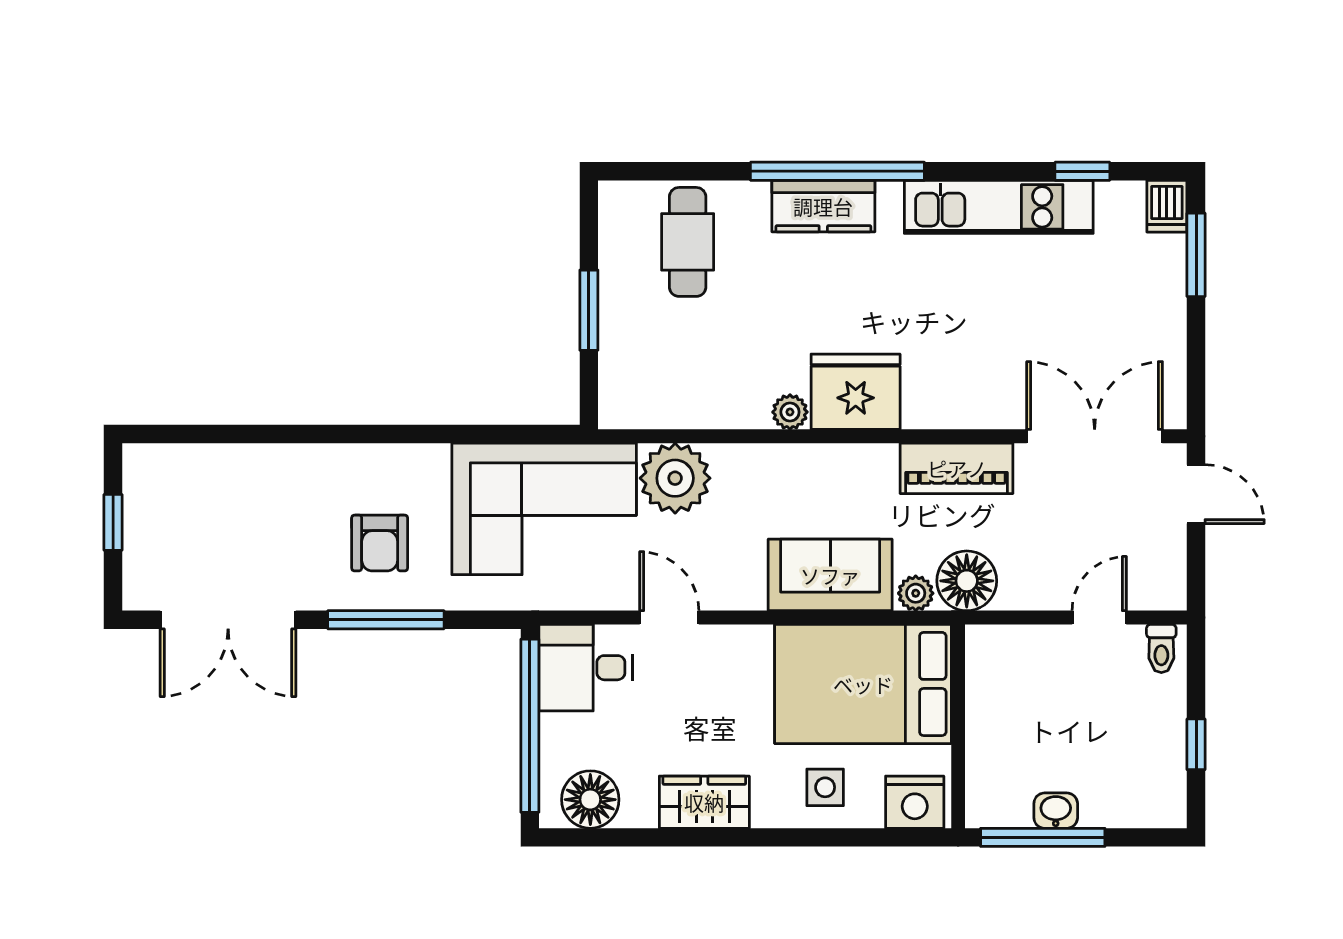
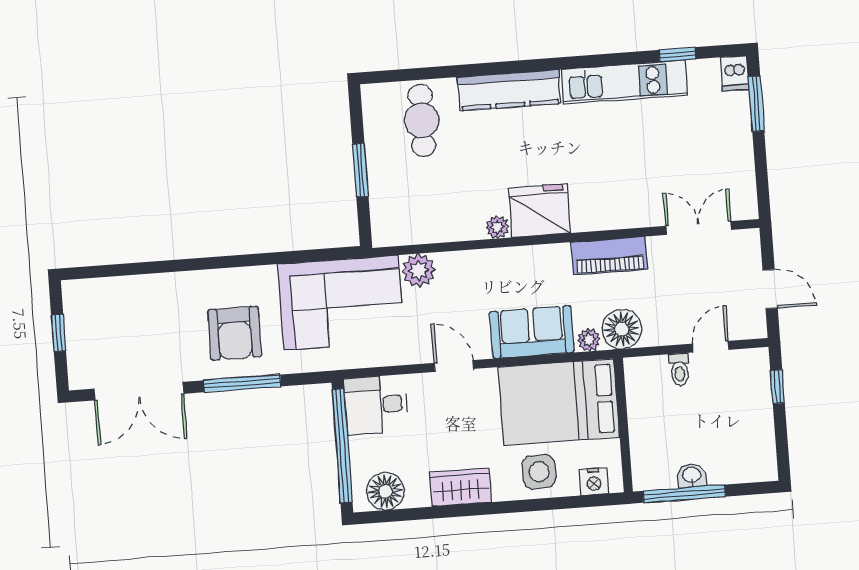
window: (837, 171) -> (517, 67), removed
kitchen counter: (823, 206) -> (509, 90), width x1.50
double door: (1095, 436) -> (699, 228), width x0.73
plant: (675, 478) -> (419, 270), width x0.73, depth x0.73
door: (1196, 494) -> (770, 289), moved
armchair: (380, 543) -> (235, 333), width x1.38, depth x1.38
door: (669, 618) -> (454, 366), moved
toilet: (1161, 648) -> (680, 369), moved
window: (1196, 744) -> (777, 387), moved
side table: (825, 787) -> (539, 472), width x1.37, depth x1.37
nightstand: (915, 802) -> (594, 482), width x0.74, depth x0.75

